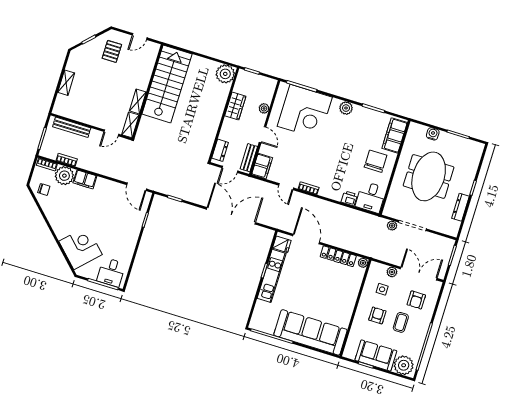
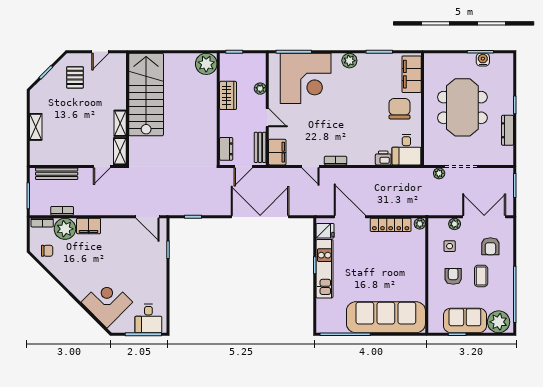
water cooler: (433, 134) -> (483, 60), moved

